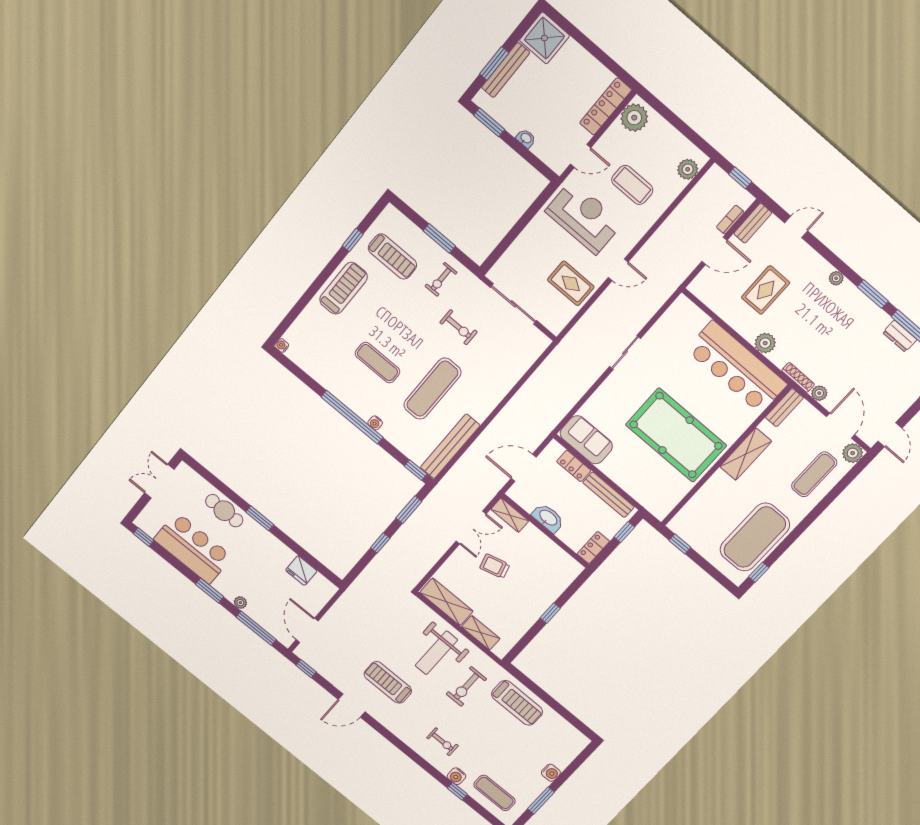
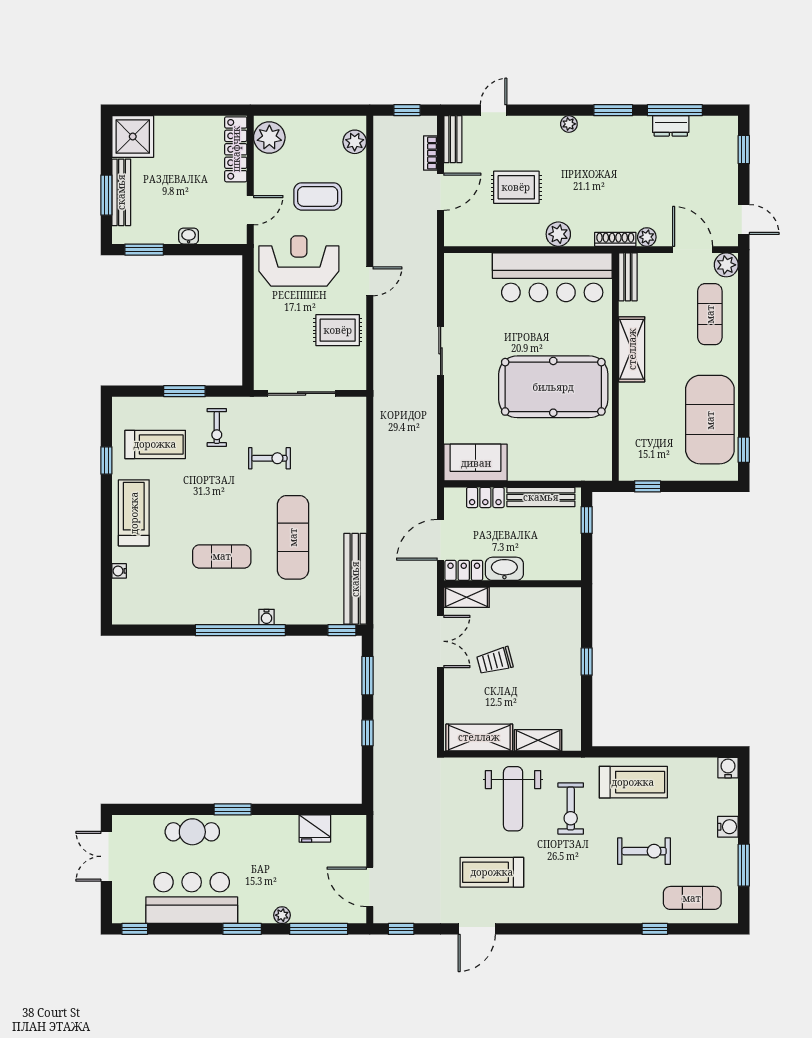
rug: (766, 290) -> (516, 187), turned 90
water cooler: (282, 345) -> (119, 571), moved
locker: (593, 548) -> (464, 570), moved, turned 90
exercise bike: (443, 742) -> (644, 851), moved, width x1.38, depth x1.39
water cooler: (457, 776) -> (728, 768), moved, turned 180

